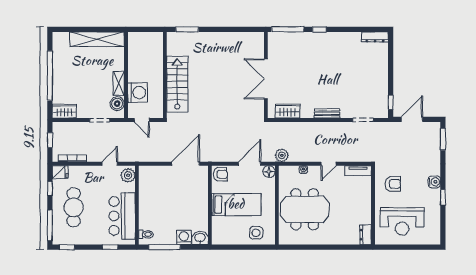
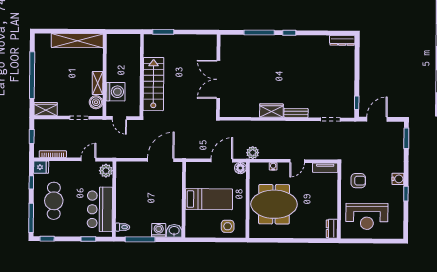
wall: (266, 75) -> (218, 76), moved
double door: (266, 79) -> (218, 79), moved
wardrobe: (288, 111) -> (271, 111), moved
armchair: (220, 174) -> (194, 170), removed

